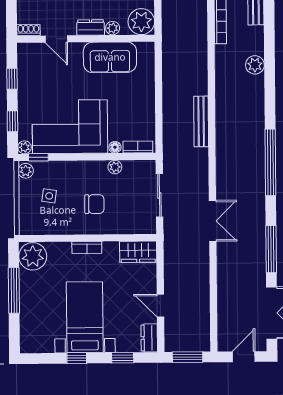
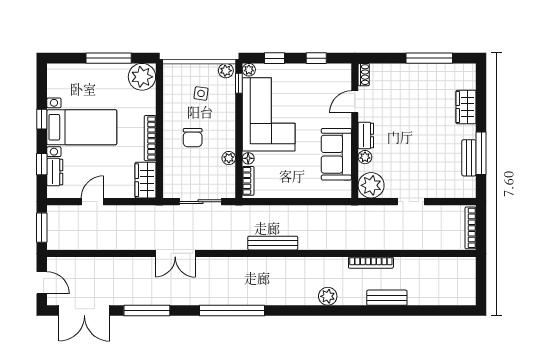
bookcase: (87, 248) -> (150, 138), width x1.56
dresser: (149, 338) -> (55, 172), moved, turned 90

